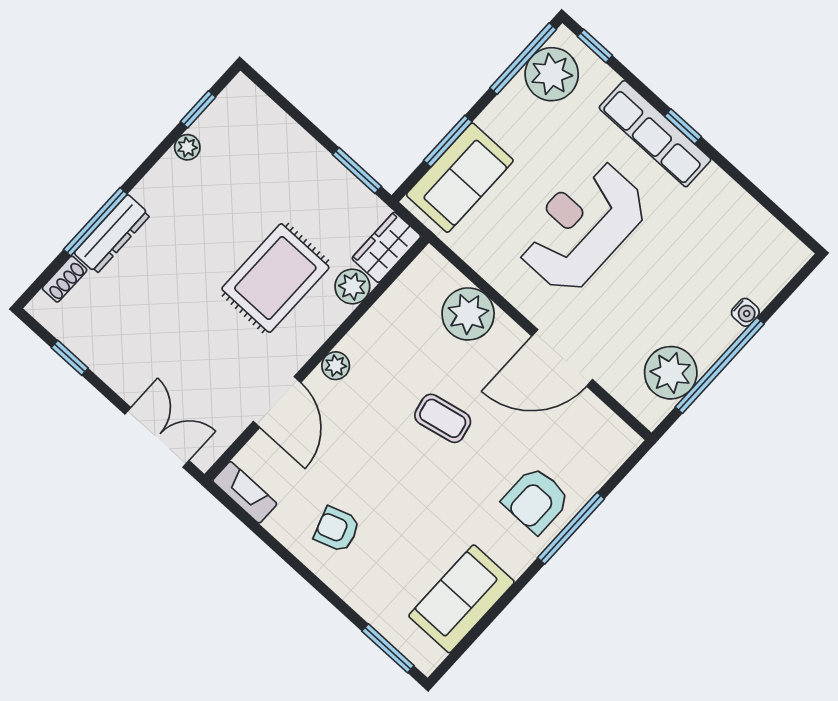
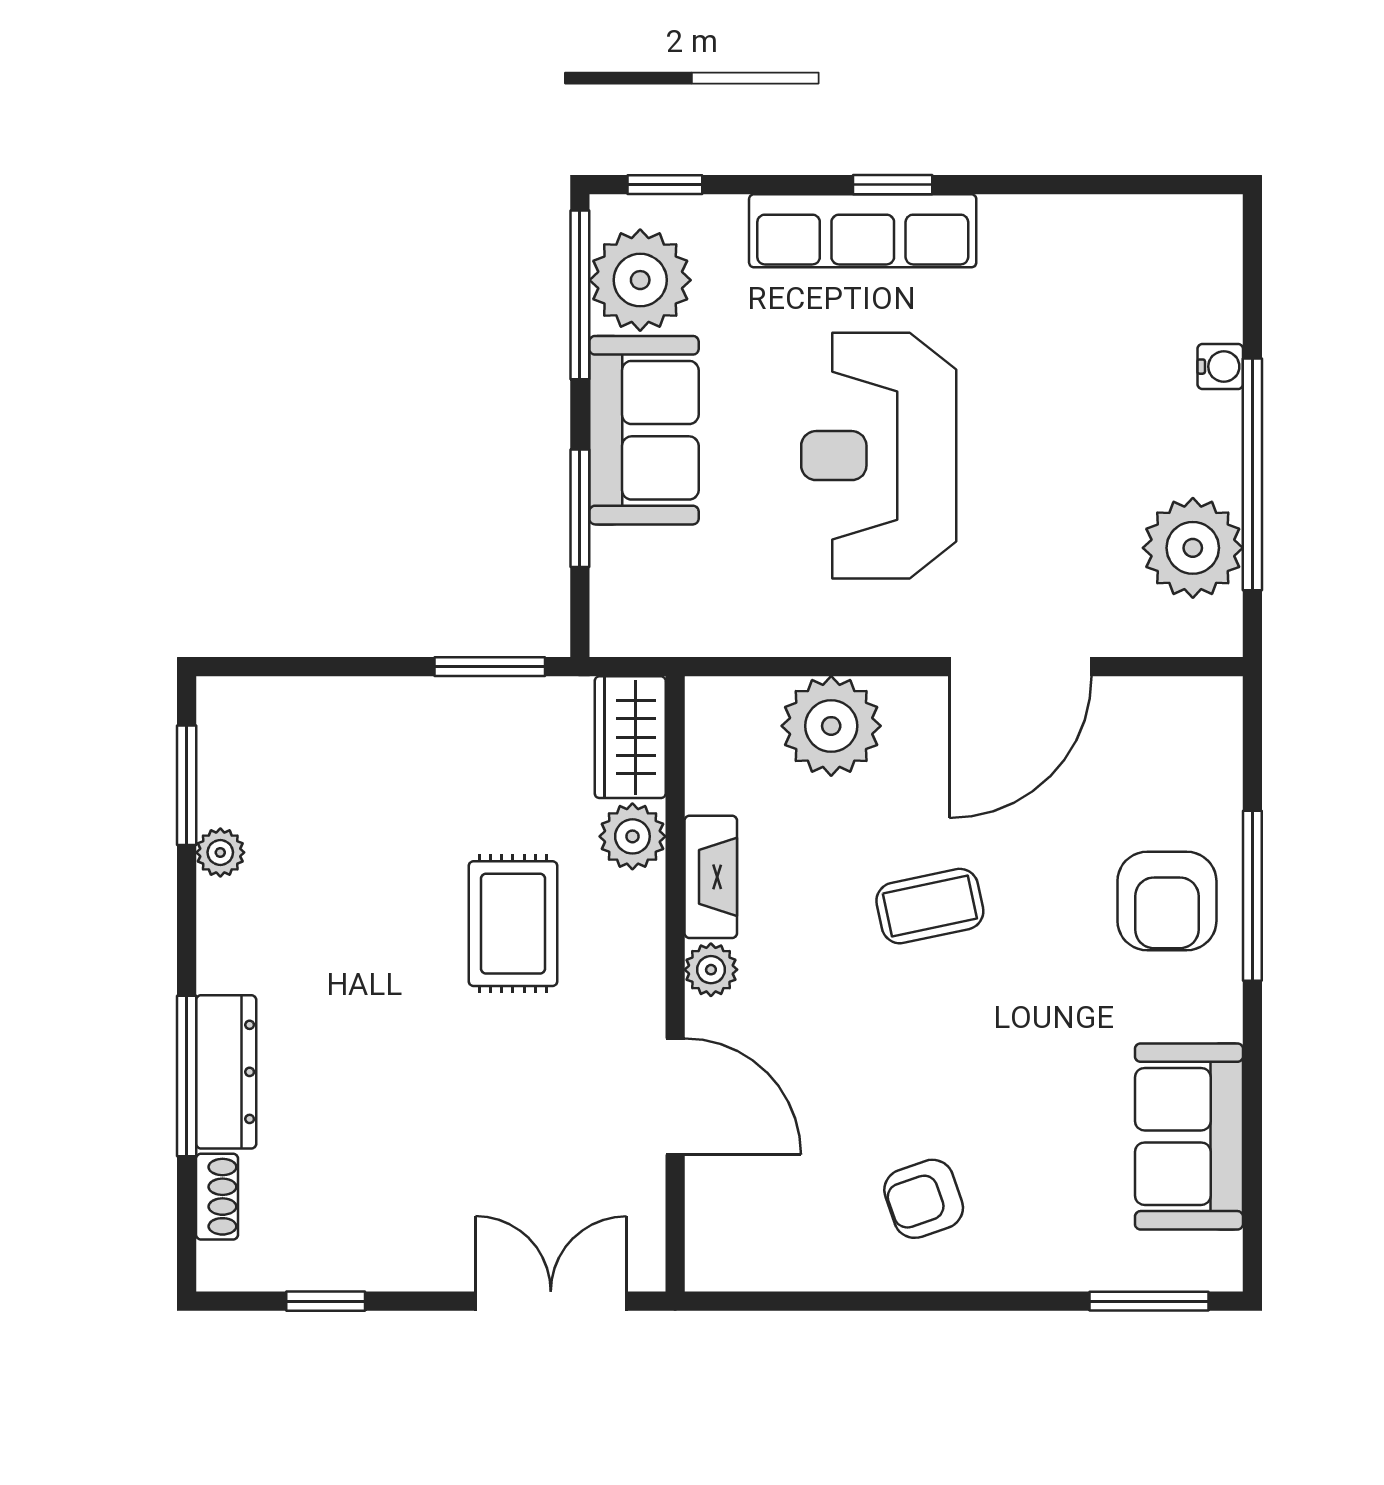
window: (198, 109) -> (187, 785), width x1.50
sofa: (460, 178) -> (644, 430), moved
rug: (275, 278) -> (513, 924), width x0.73, depth x0.70
fireplace: (245, 492) -> (711, 877), moved, turned 90

